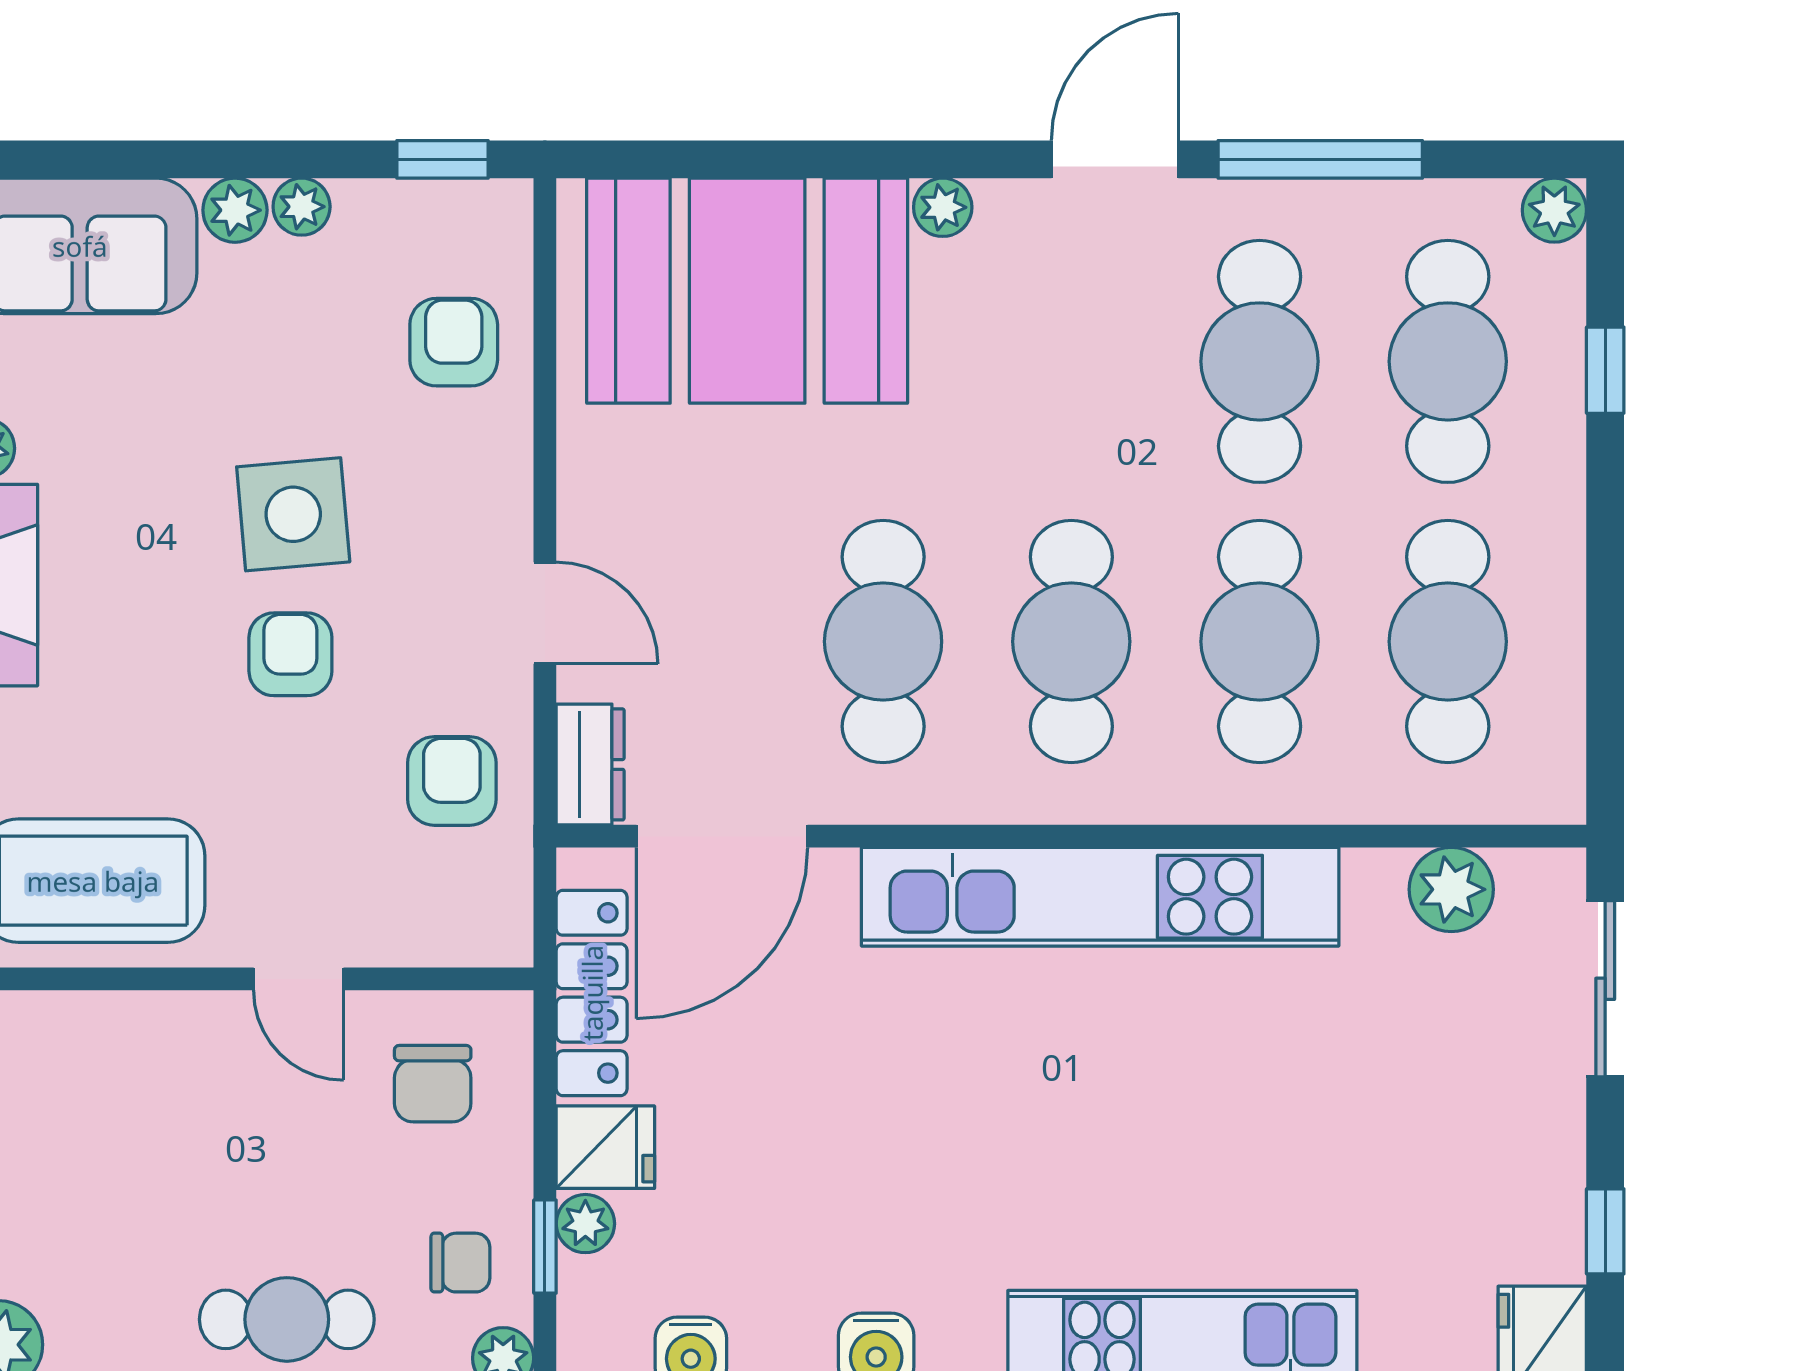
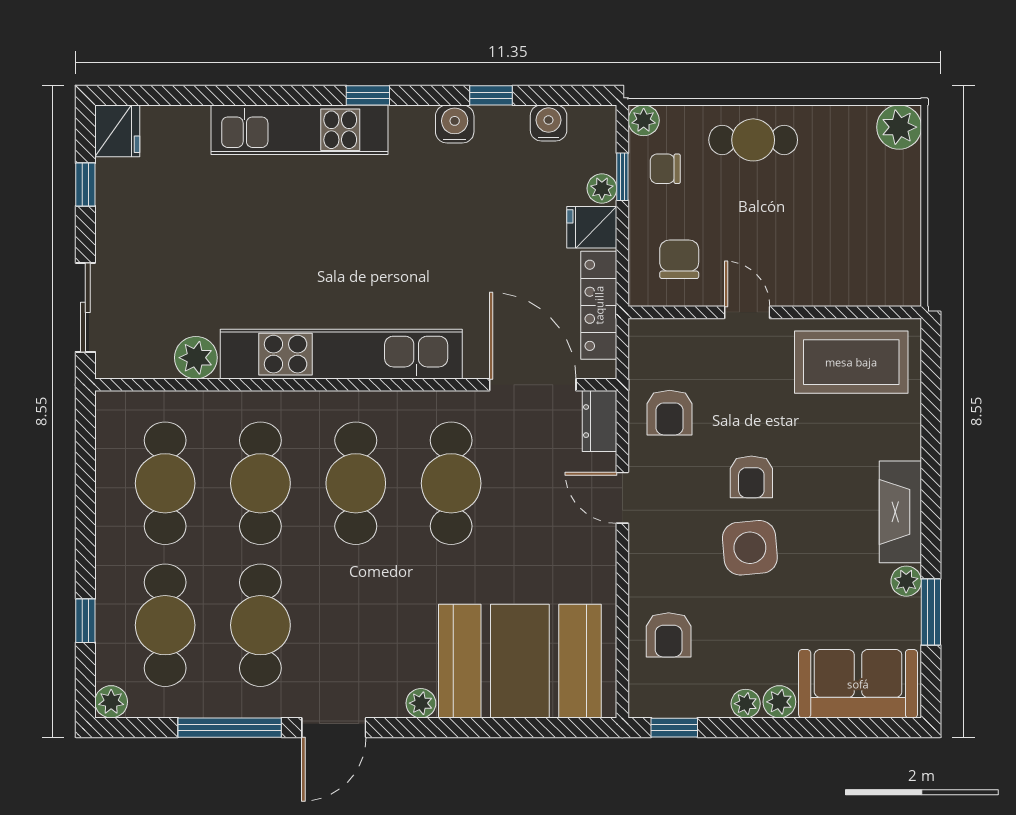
door: (722, 836) -> (533, 385), hinge flipped
plant: (1451, 889) -> (196, 358), moved

